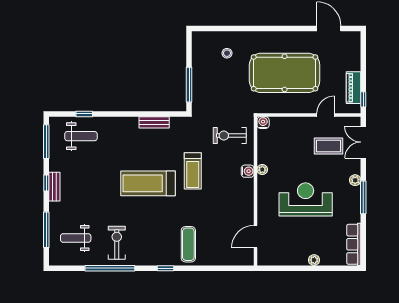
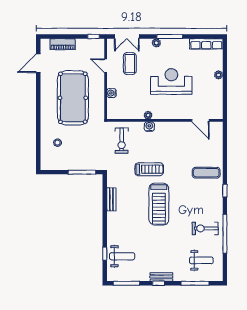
piano: (353, 88) -> (63, 44), moved
water cooler: (263, 123) -> (112, 93), moved
weight bench: (81, 136) -> (122, 256), turned 90
reception desk: (306, 199) -> (171, 81), turned 90
weight bench: (76, 238) -> (201, 260), turned -90

